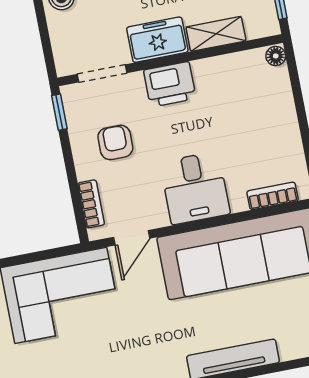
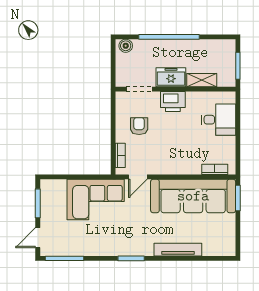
floor lamp: (276, 56) -> (230, 98), removed
window: (59, 112) -> (113, 105), removed
desk: (195, 188) -> (219, 120), moved, turned -90

